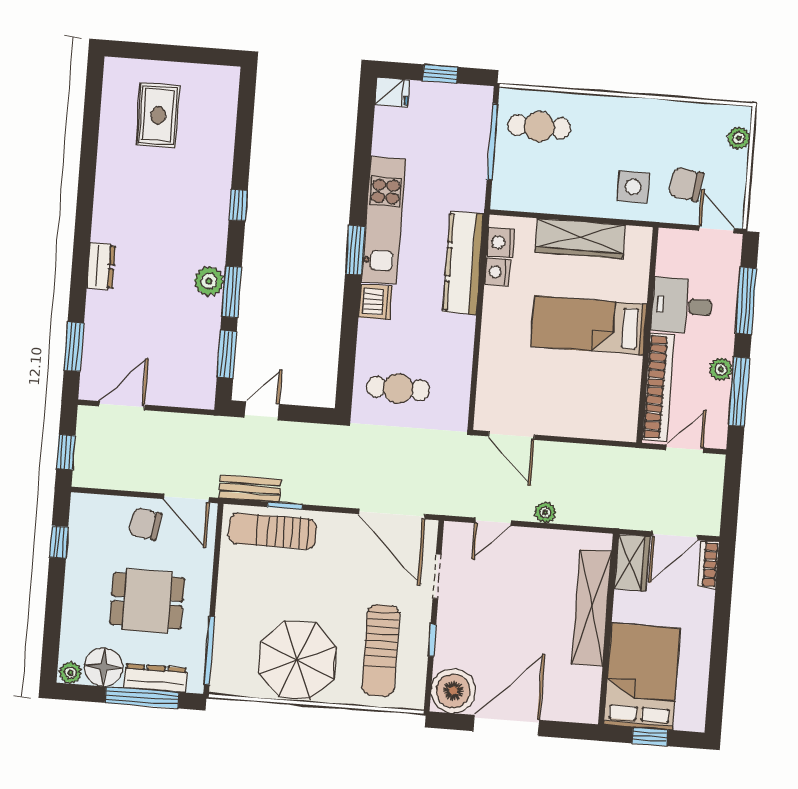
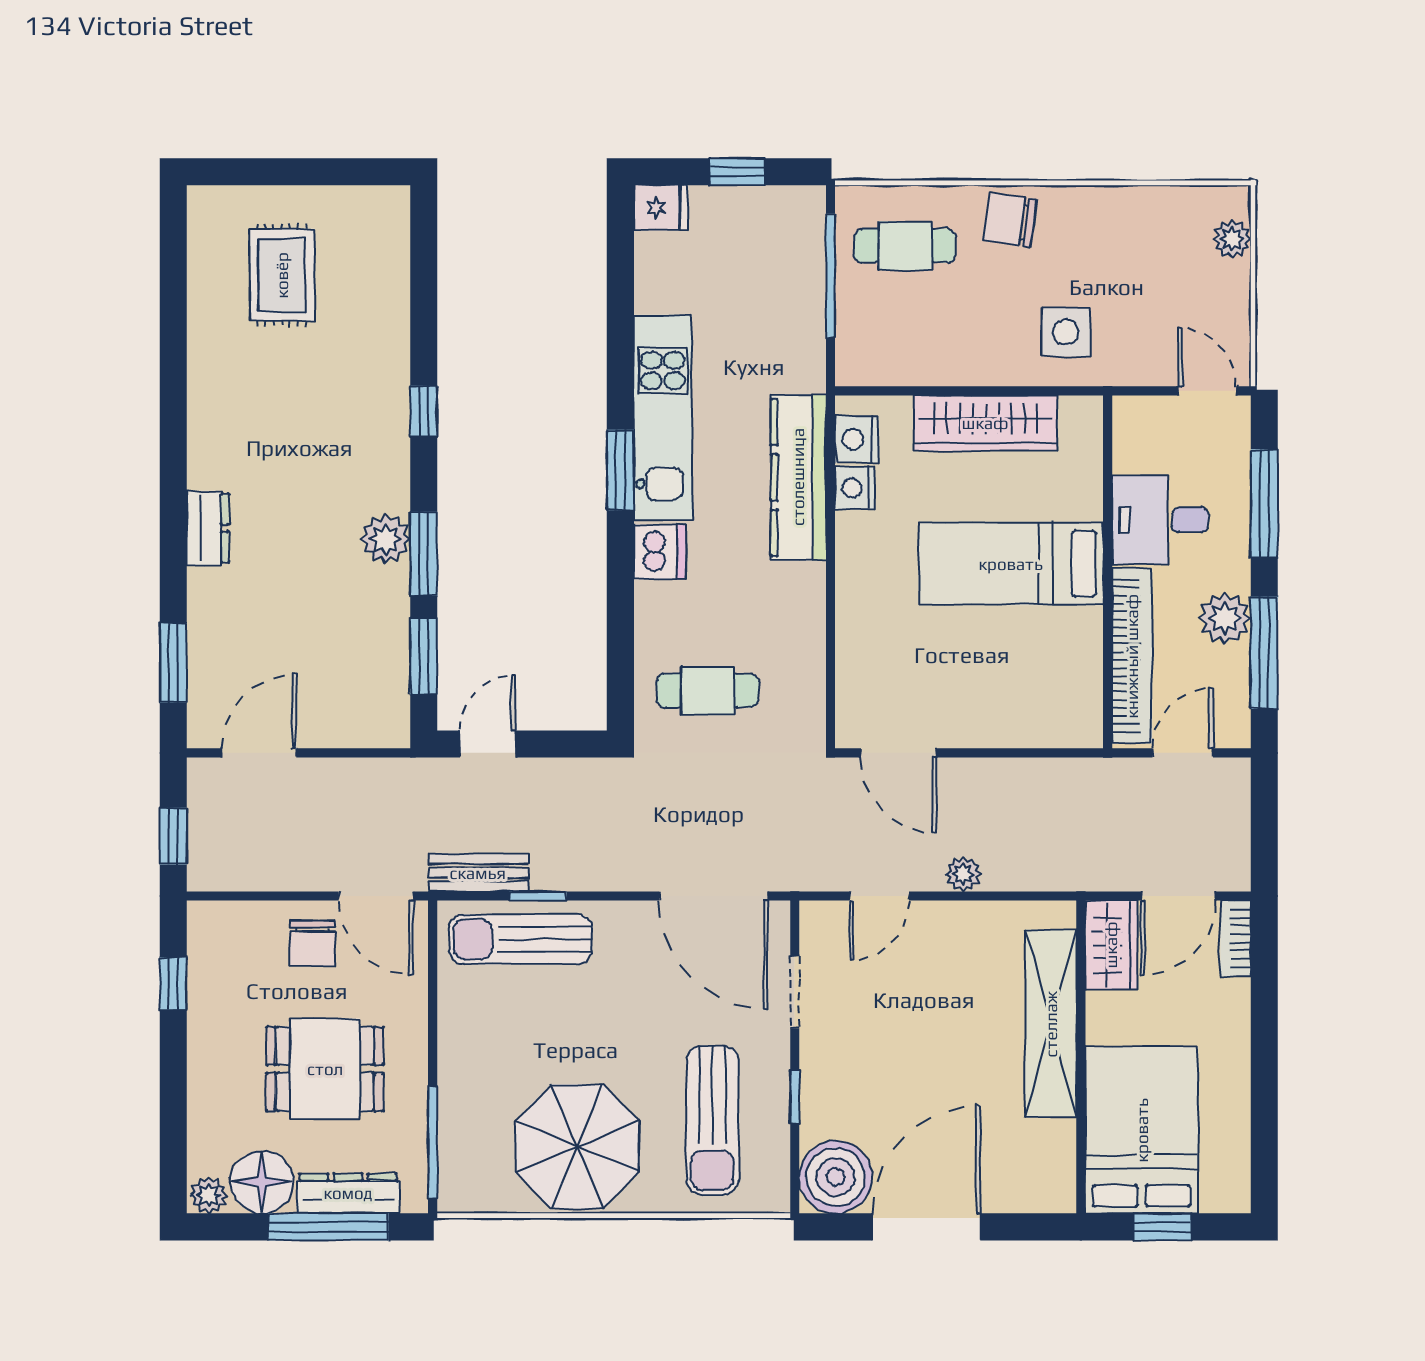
chair: (686, 184) -> (1010, 220), moved
plant: (721, 369) -> (1225, 618), width x1.38, depth x1.38
chair: (145, 524) -> (312, 943), turned -98

